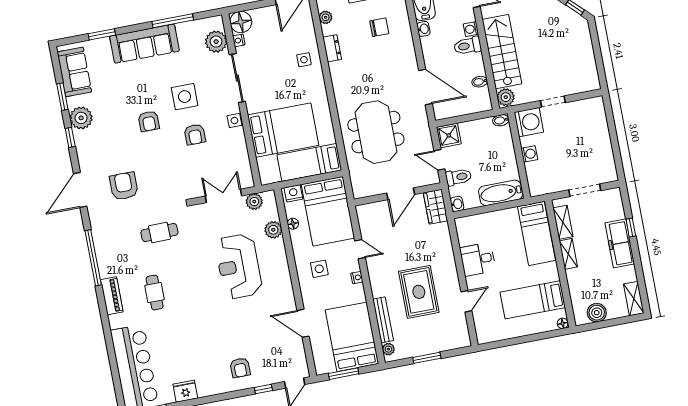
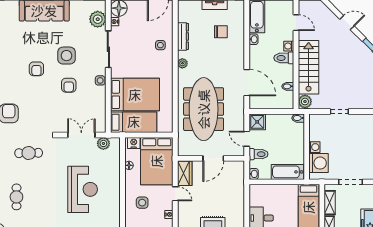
plant: (326, 17) -> (182, 63), moved
dresser: (332, 48) -> (183, 36), width x1.44
washing machine: (529, 122) -> (319, 163), moved
meeting table: (376, 132) -> (204, 109), width x1.36
bed: (309, 162) -> (134, 122), moved, turned 180
wardrobe: (436, 207) -> (185, 173), moved, turned 180
plant: (273, 230) -> (114, 167), removed
reception desk: (239, 266) -> (83, 189), turned 180

